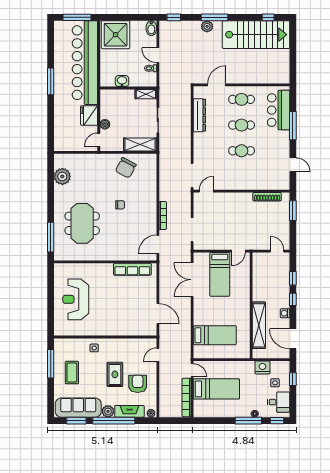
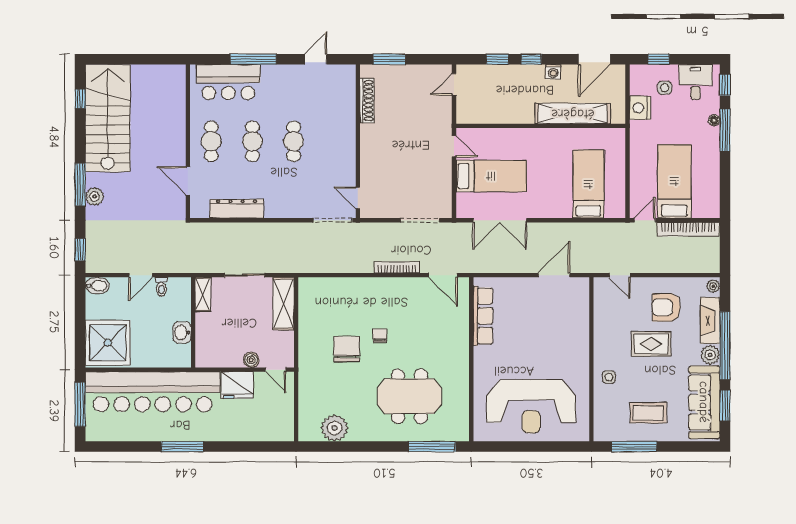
chair: (126, 168) -> (347, 349), moved, turned -118
reception desk: (76, 299) -> (531, 406), width x1.36, depth x1.30

